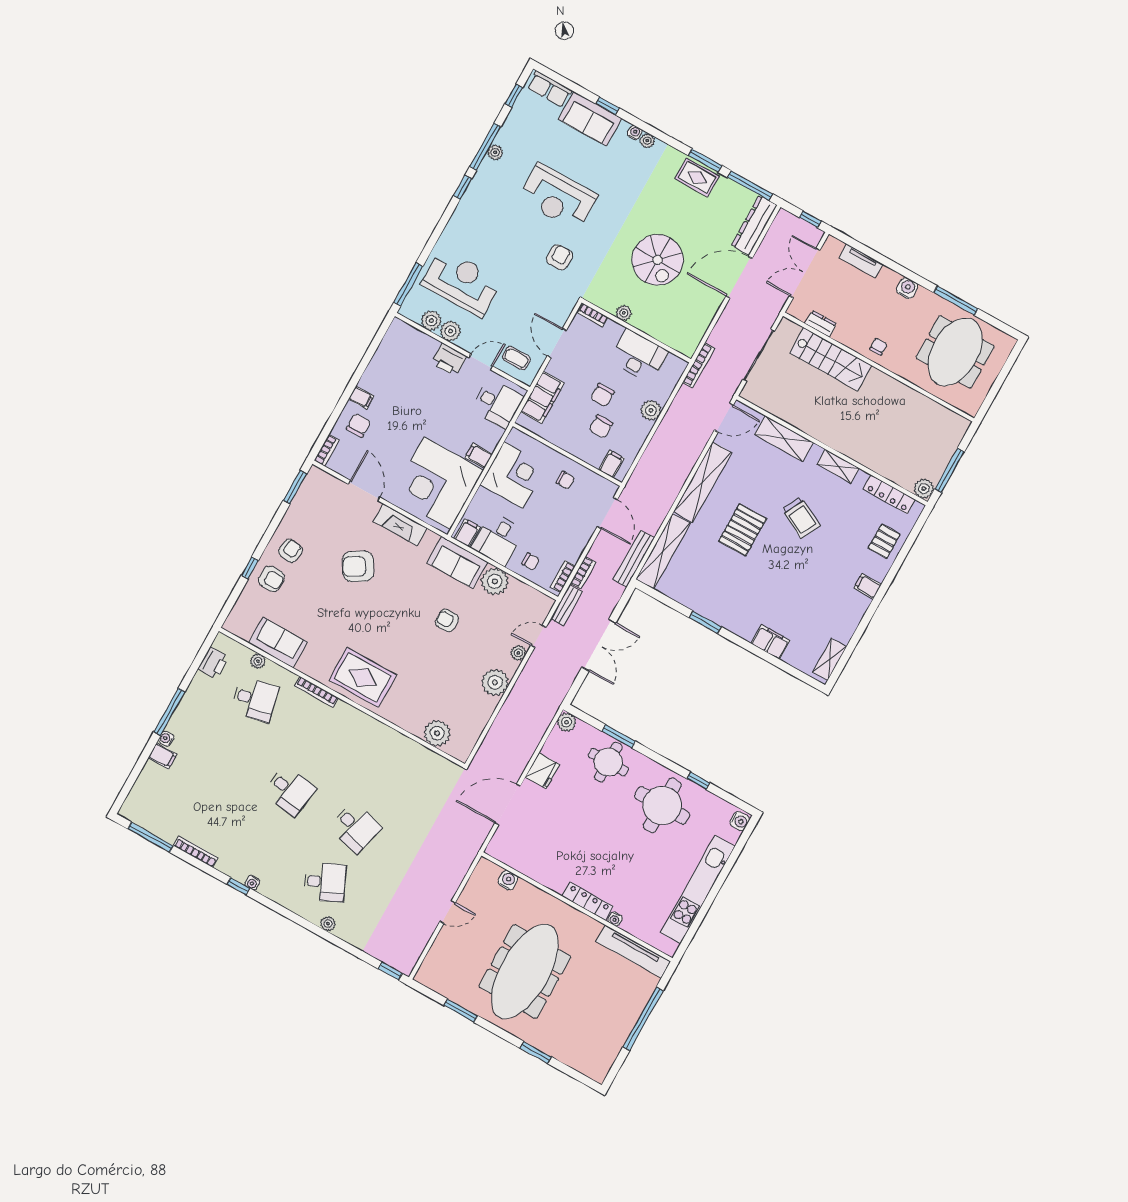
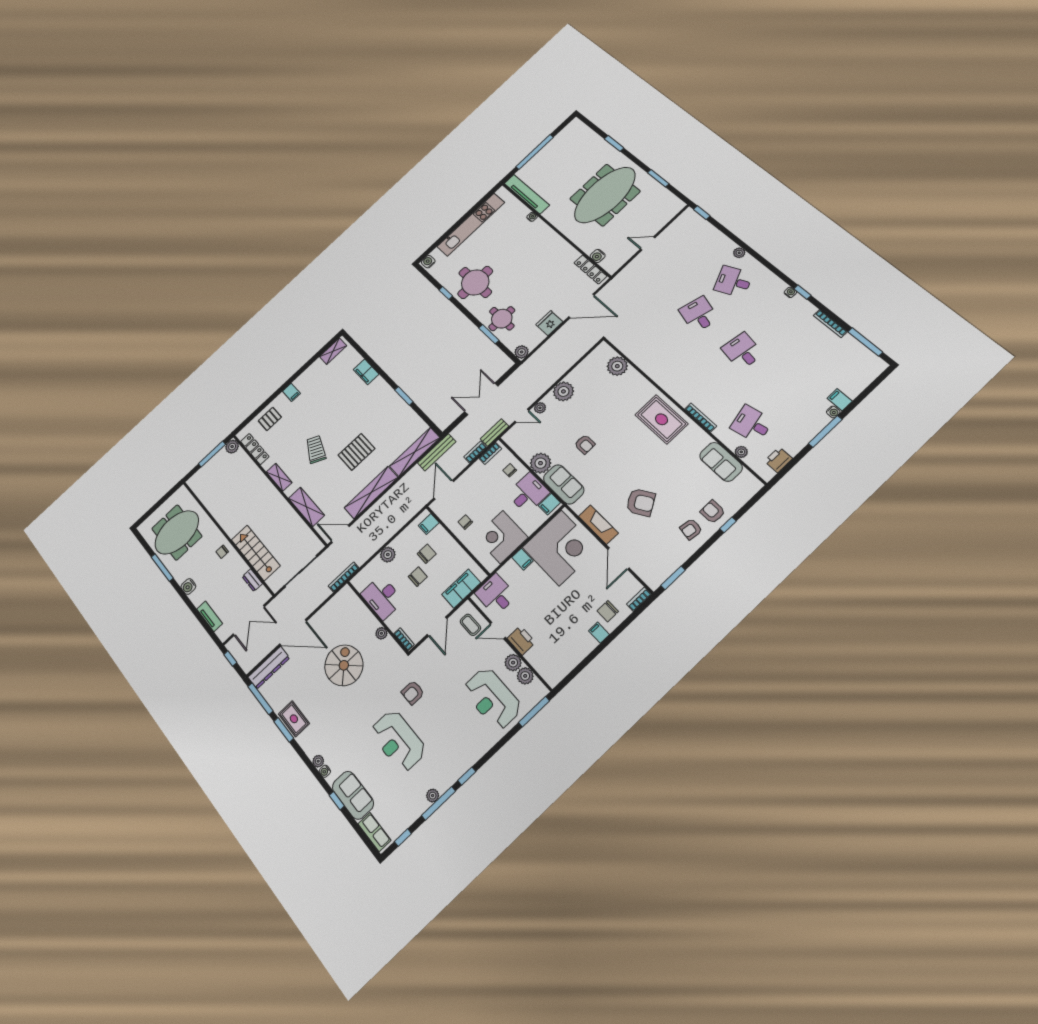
reception desk: (558, 197) -> (398, 741), turned 180
locker: (588, 901) -> (590, 269), moved

